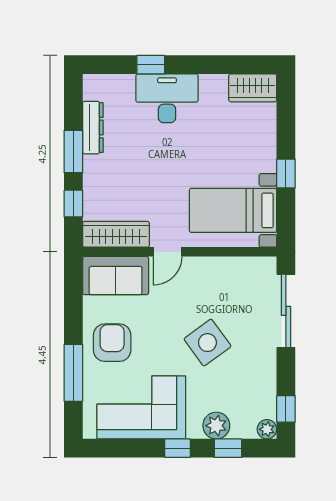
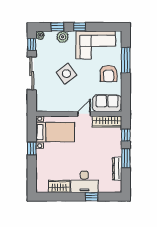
wardrobe: (253, 88) -> (59, 186), moved
sliding door: (286, 311) -> (32, 73), moved

